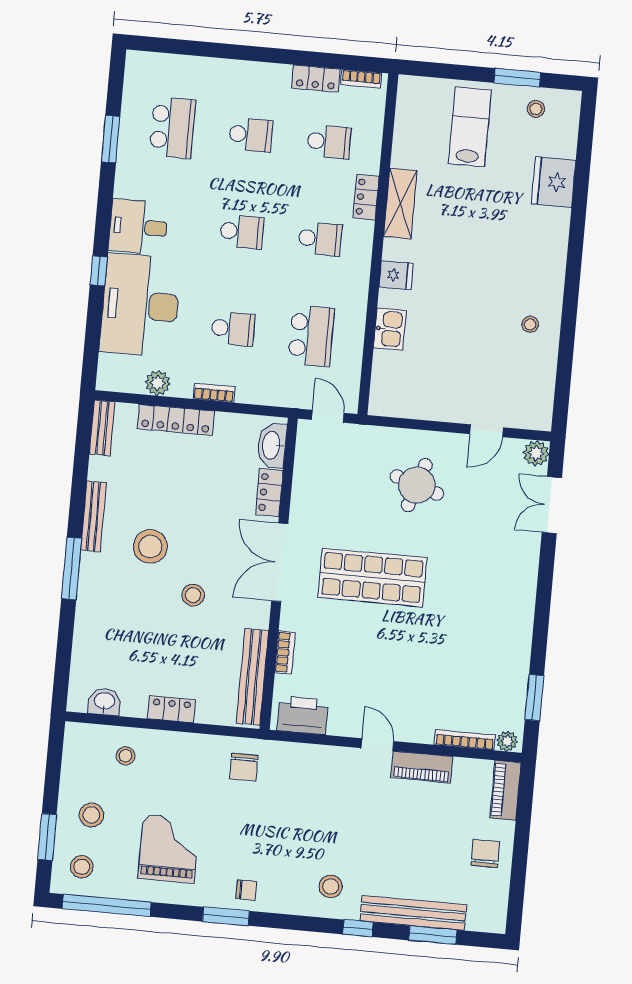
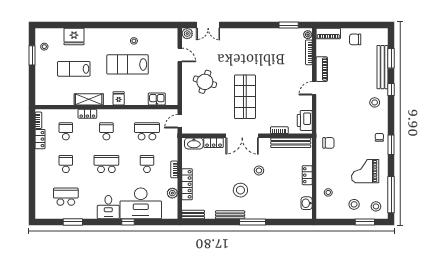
lab bench: (470, 127) -> (74, 69), moved
school desk: (242, 232) -> (106, 164), width x1.85
lab bench: (475, 304) -> (128, 64), added
kitchen sink: (390, 329) -> (157, 99), moved

